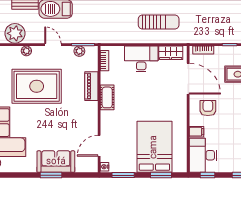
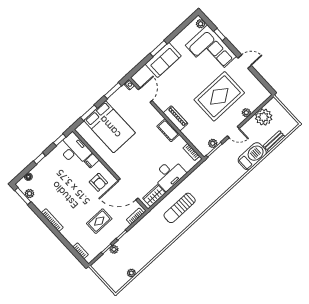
piano: (91, 86) -> (175, 118), moved

